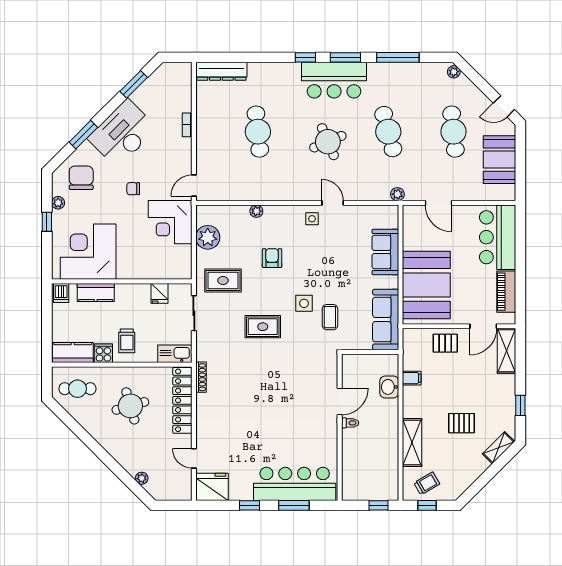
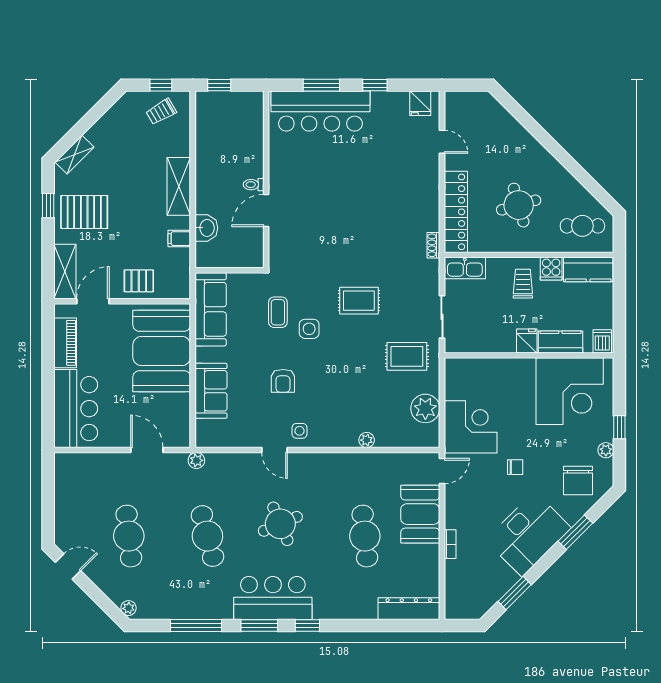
booth: (499, 160) -> (420, 514), moved
armchair: (272, 258) -> (283, 381), moved
fridge: (159, 293) -> (527, 341), moved
shoe rack: (201, 377) -> (433, 245), width x0.70
pallet: (462, 423) -> (84, 212), moved, width x1.50, depth x1.42
shelving: (412, 443) -> (179, 186), moved
plant: (142, 478) -> (505, 118), removed
fridge: (212, 487) -> (420, 103), width x0.53, depth x0.75

